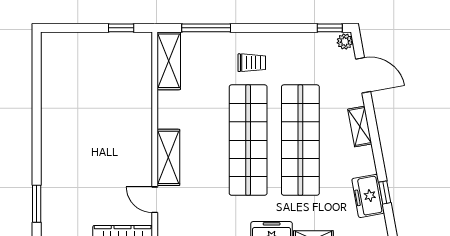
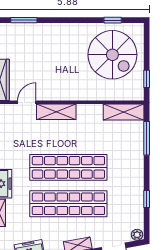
window: (330, 28) -> (147, 199), moved
trolley: (252, 63) -> (122, 170), removed
window: (37, 77) -> (113, 20), added
spiral stairs: (86, 77) -> (112, 55), added

